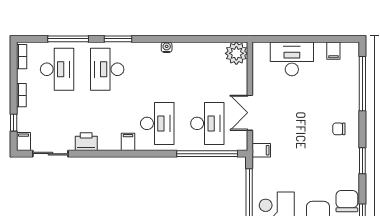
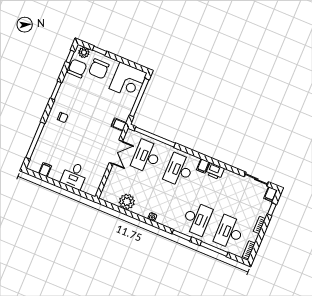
plant: (236, 53) -> (127, 202), moved
desk: (292, 59) -> (74, 176), width x0.73
printer: (86, 142) -> (215, 171), moved
chair: (347, 201) -> (77, 68), turned 180

